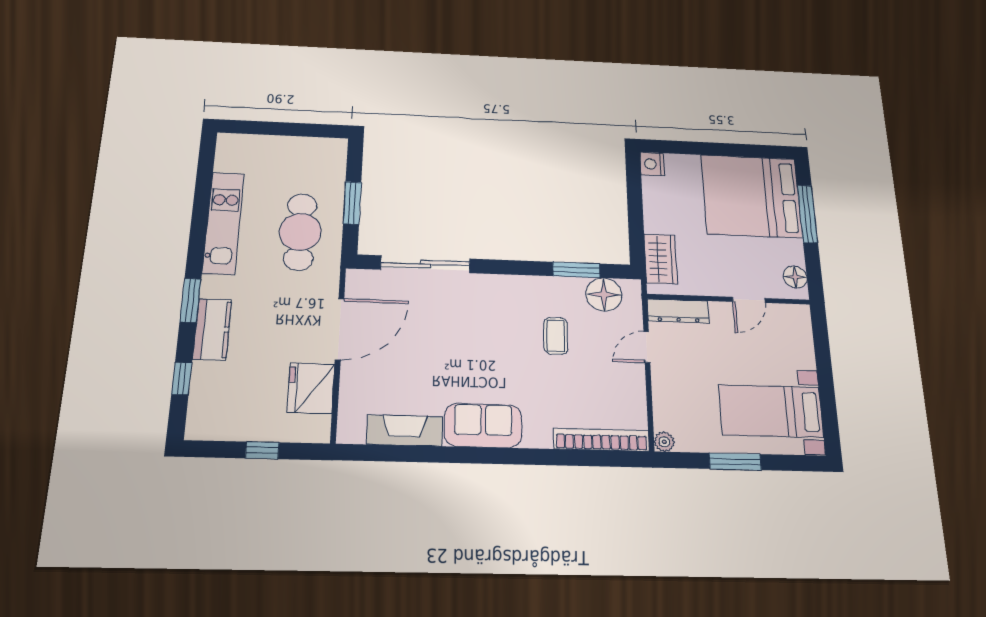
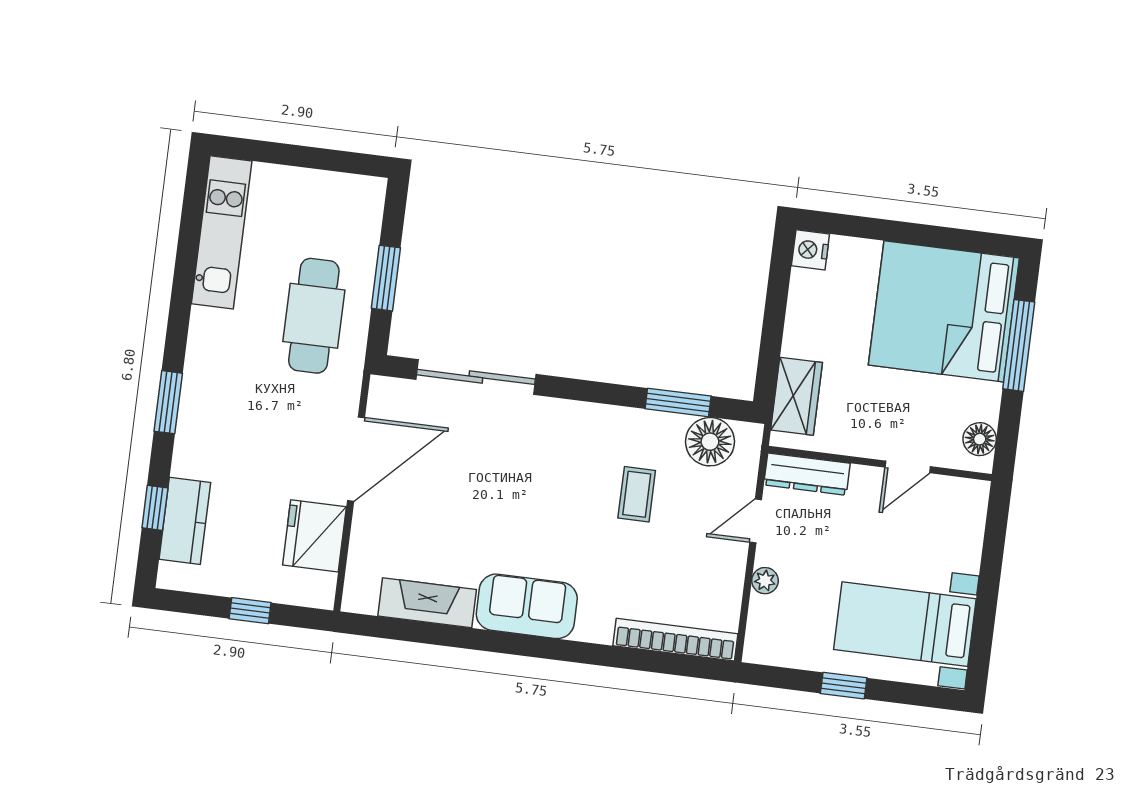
kitchen unit: (223, 223) -> (222, 232), moved
kitchen counter: (212, 329) -> (185, 521), moved
plant: (664, 442) -> (765, 581), moved
window: (735, 461) -> (844, 686), width x0.67

